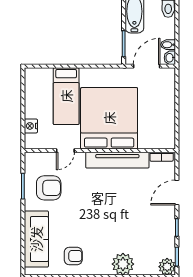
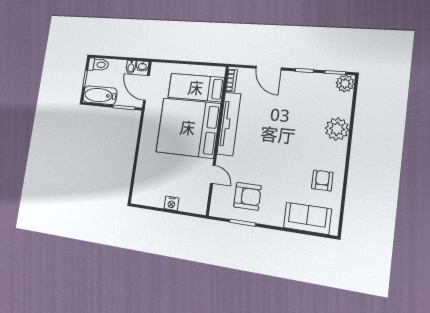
bed: (66, 96) -> (196, 88), moved, turned 180
nightstand: (31, 126) -> (171, 203), moved
armchair: (49, 188) -> (247, 196), turned 90
sofa: (36, 239) -> (307, 218), width x0.73

